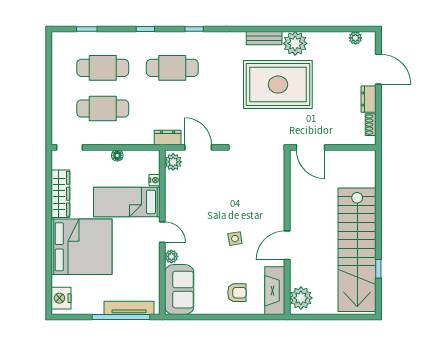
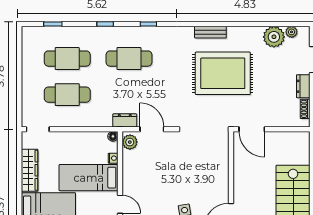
plant: (295, 43) -> (274, 37), moved
floor lamp: (117, 155) -> (113, 136), moved

